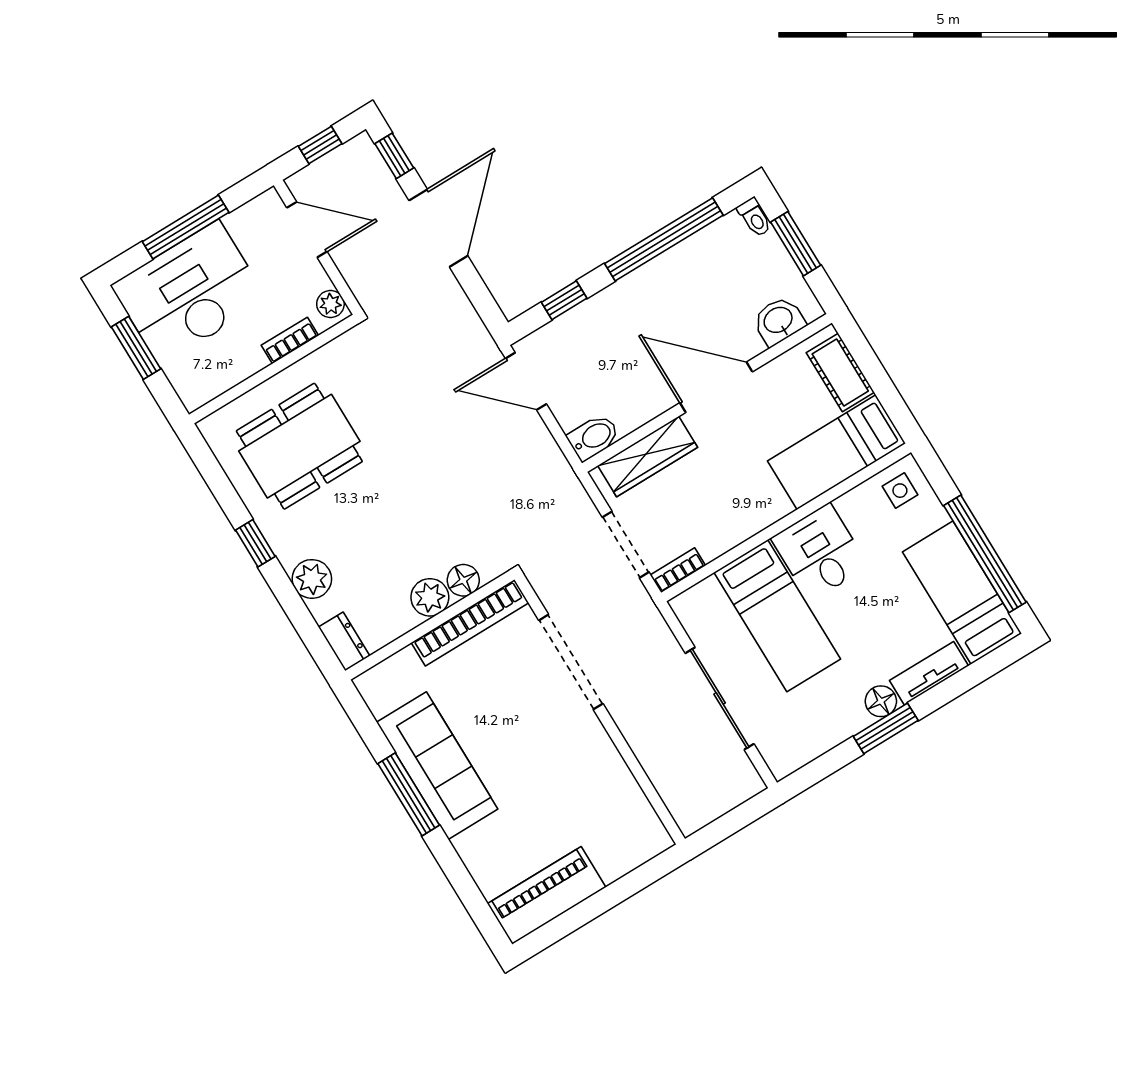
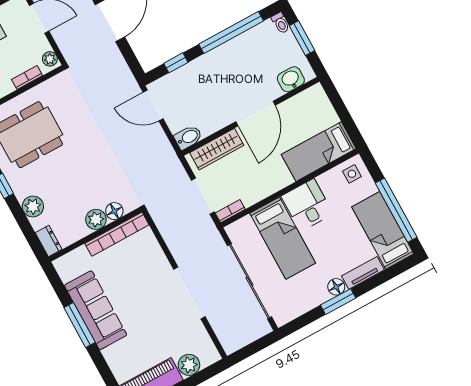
cot: (840, 372) -> (323, 109), removed
door: (716, 387) -> (256, 114), swing flipped
doorway: (571, 662) -> (189, 293), moved
sliding door: (720, 699) -> (249, 281), width x1.36
plant: (615, 859) -> (189, 365), added

